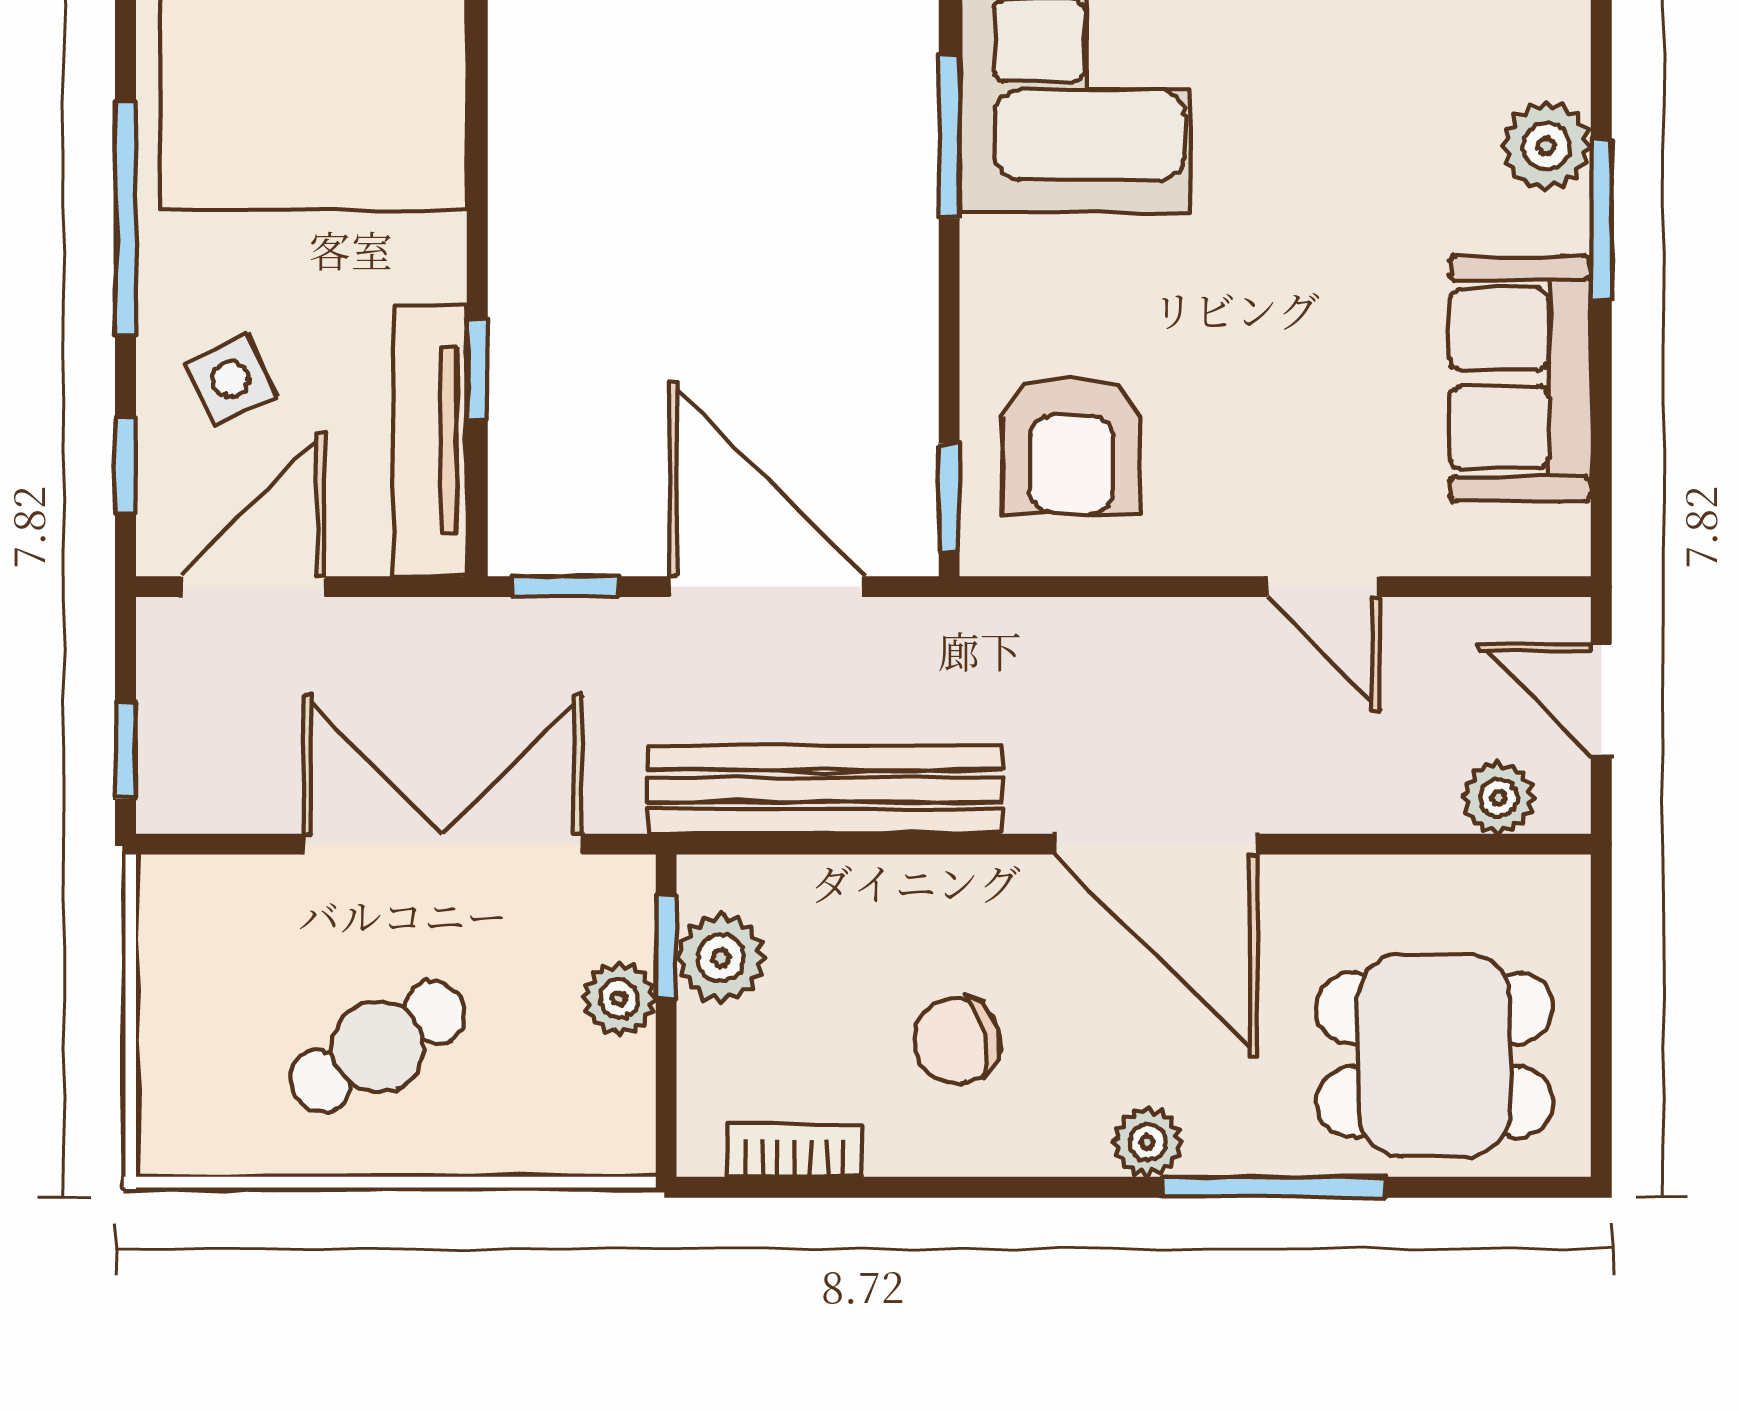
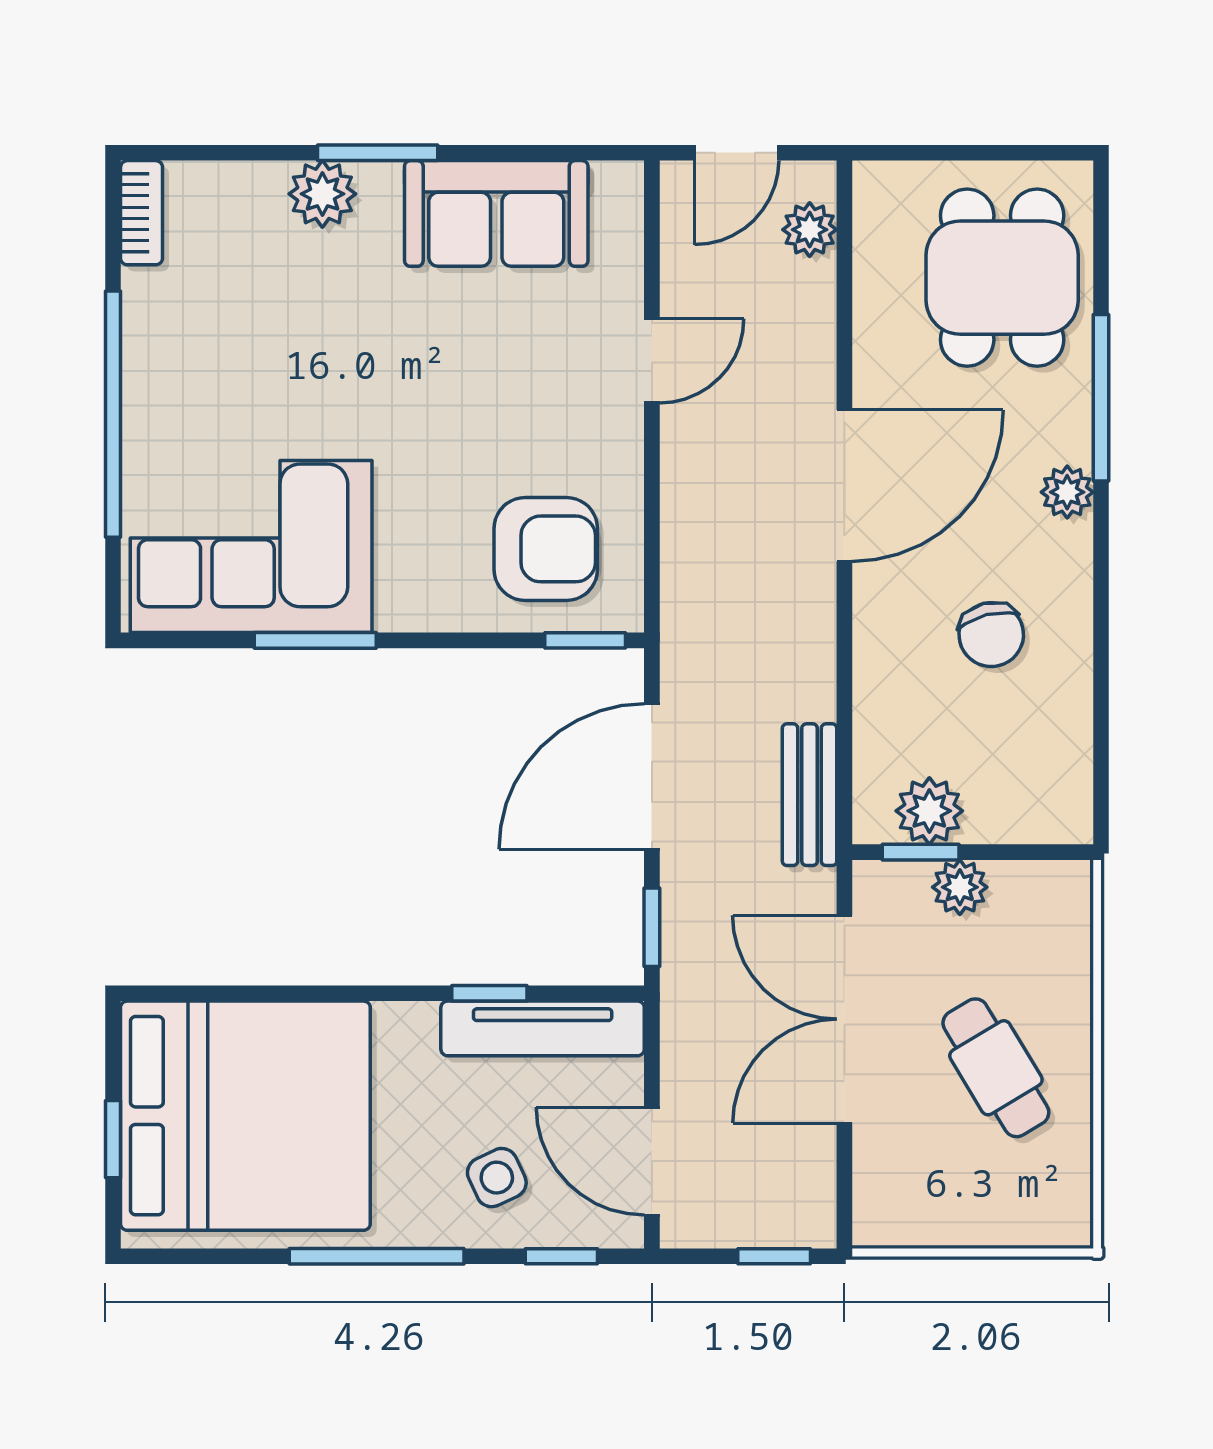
bench: (825, 790) -> (810, 795), width x0.54, depth x0.82
bookcase: (794, 1150) -> (1073, 756), removed

